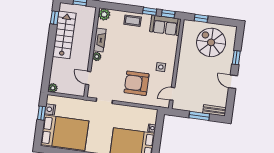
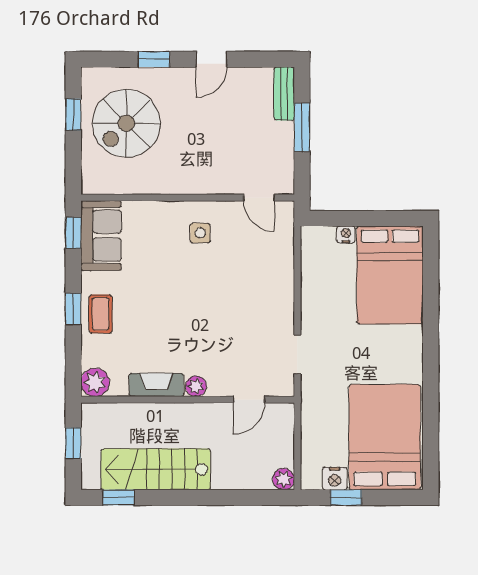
window: (150, 11) -> (73, 309), moved
window: (201, 18) -> (73, 114), moved
armchair: (137, 83) -> (246, 285), removed

